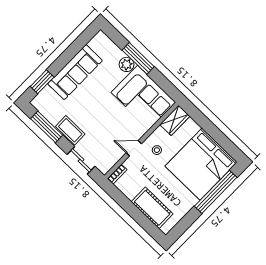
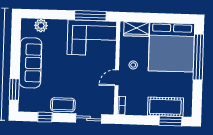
window: (138, 58) -> (90, 16), moved
plant: (127, 64) -> (41, 25), moved
wardrobe: (175, 120) -> (136, 29), moved, turned 90
window: (47, 127) -> (45, 117), width x0.46
window: (146, 223) -> (170, 121), added

